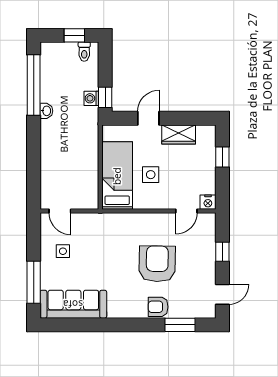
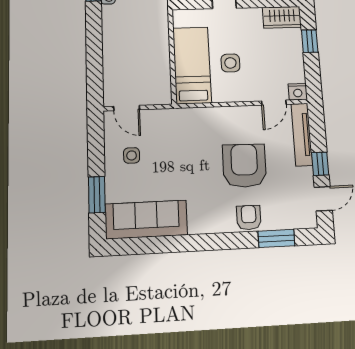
wardrobe: (179, 134) -> (282, 17), moved
tv unit: (208, 239) -> (302, 135), added
window: (222, 252) -> (320, 164), moved
window: (34, 282) -> (97, 195), width x0.69
armchair: (158, 307) -> (249, 218), turned 90

